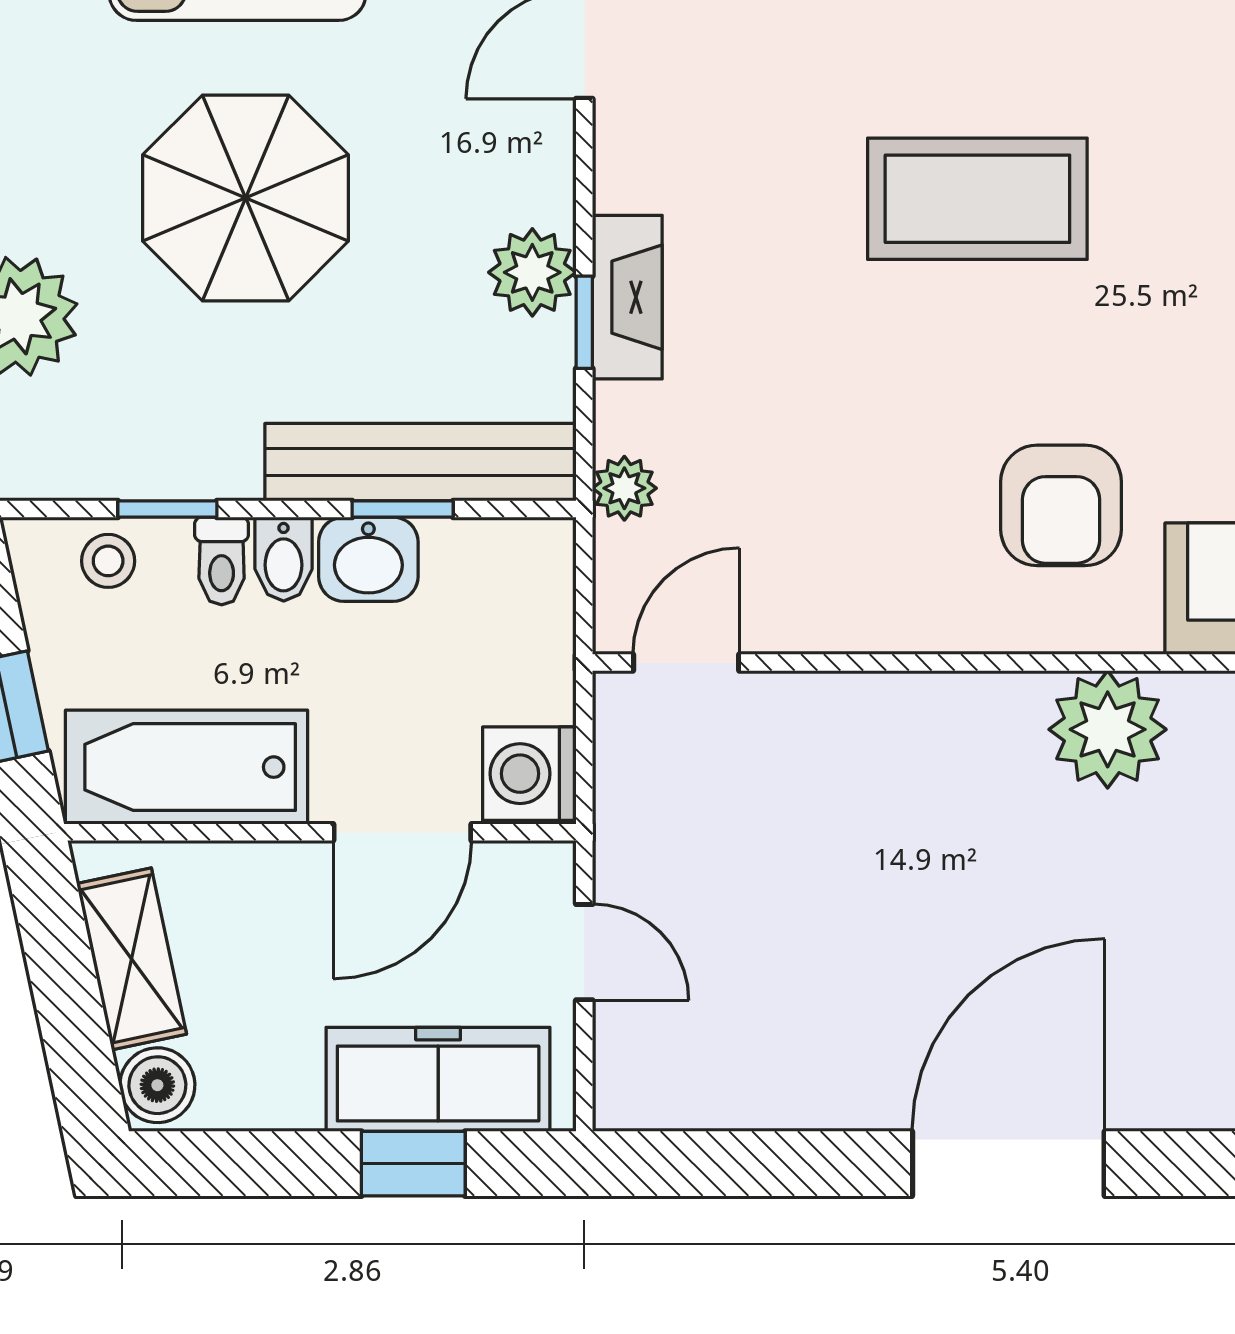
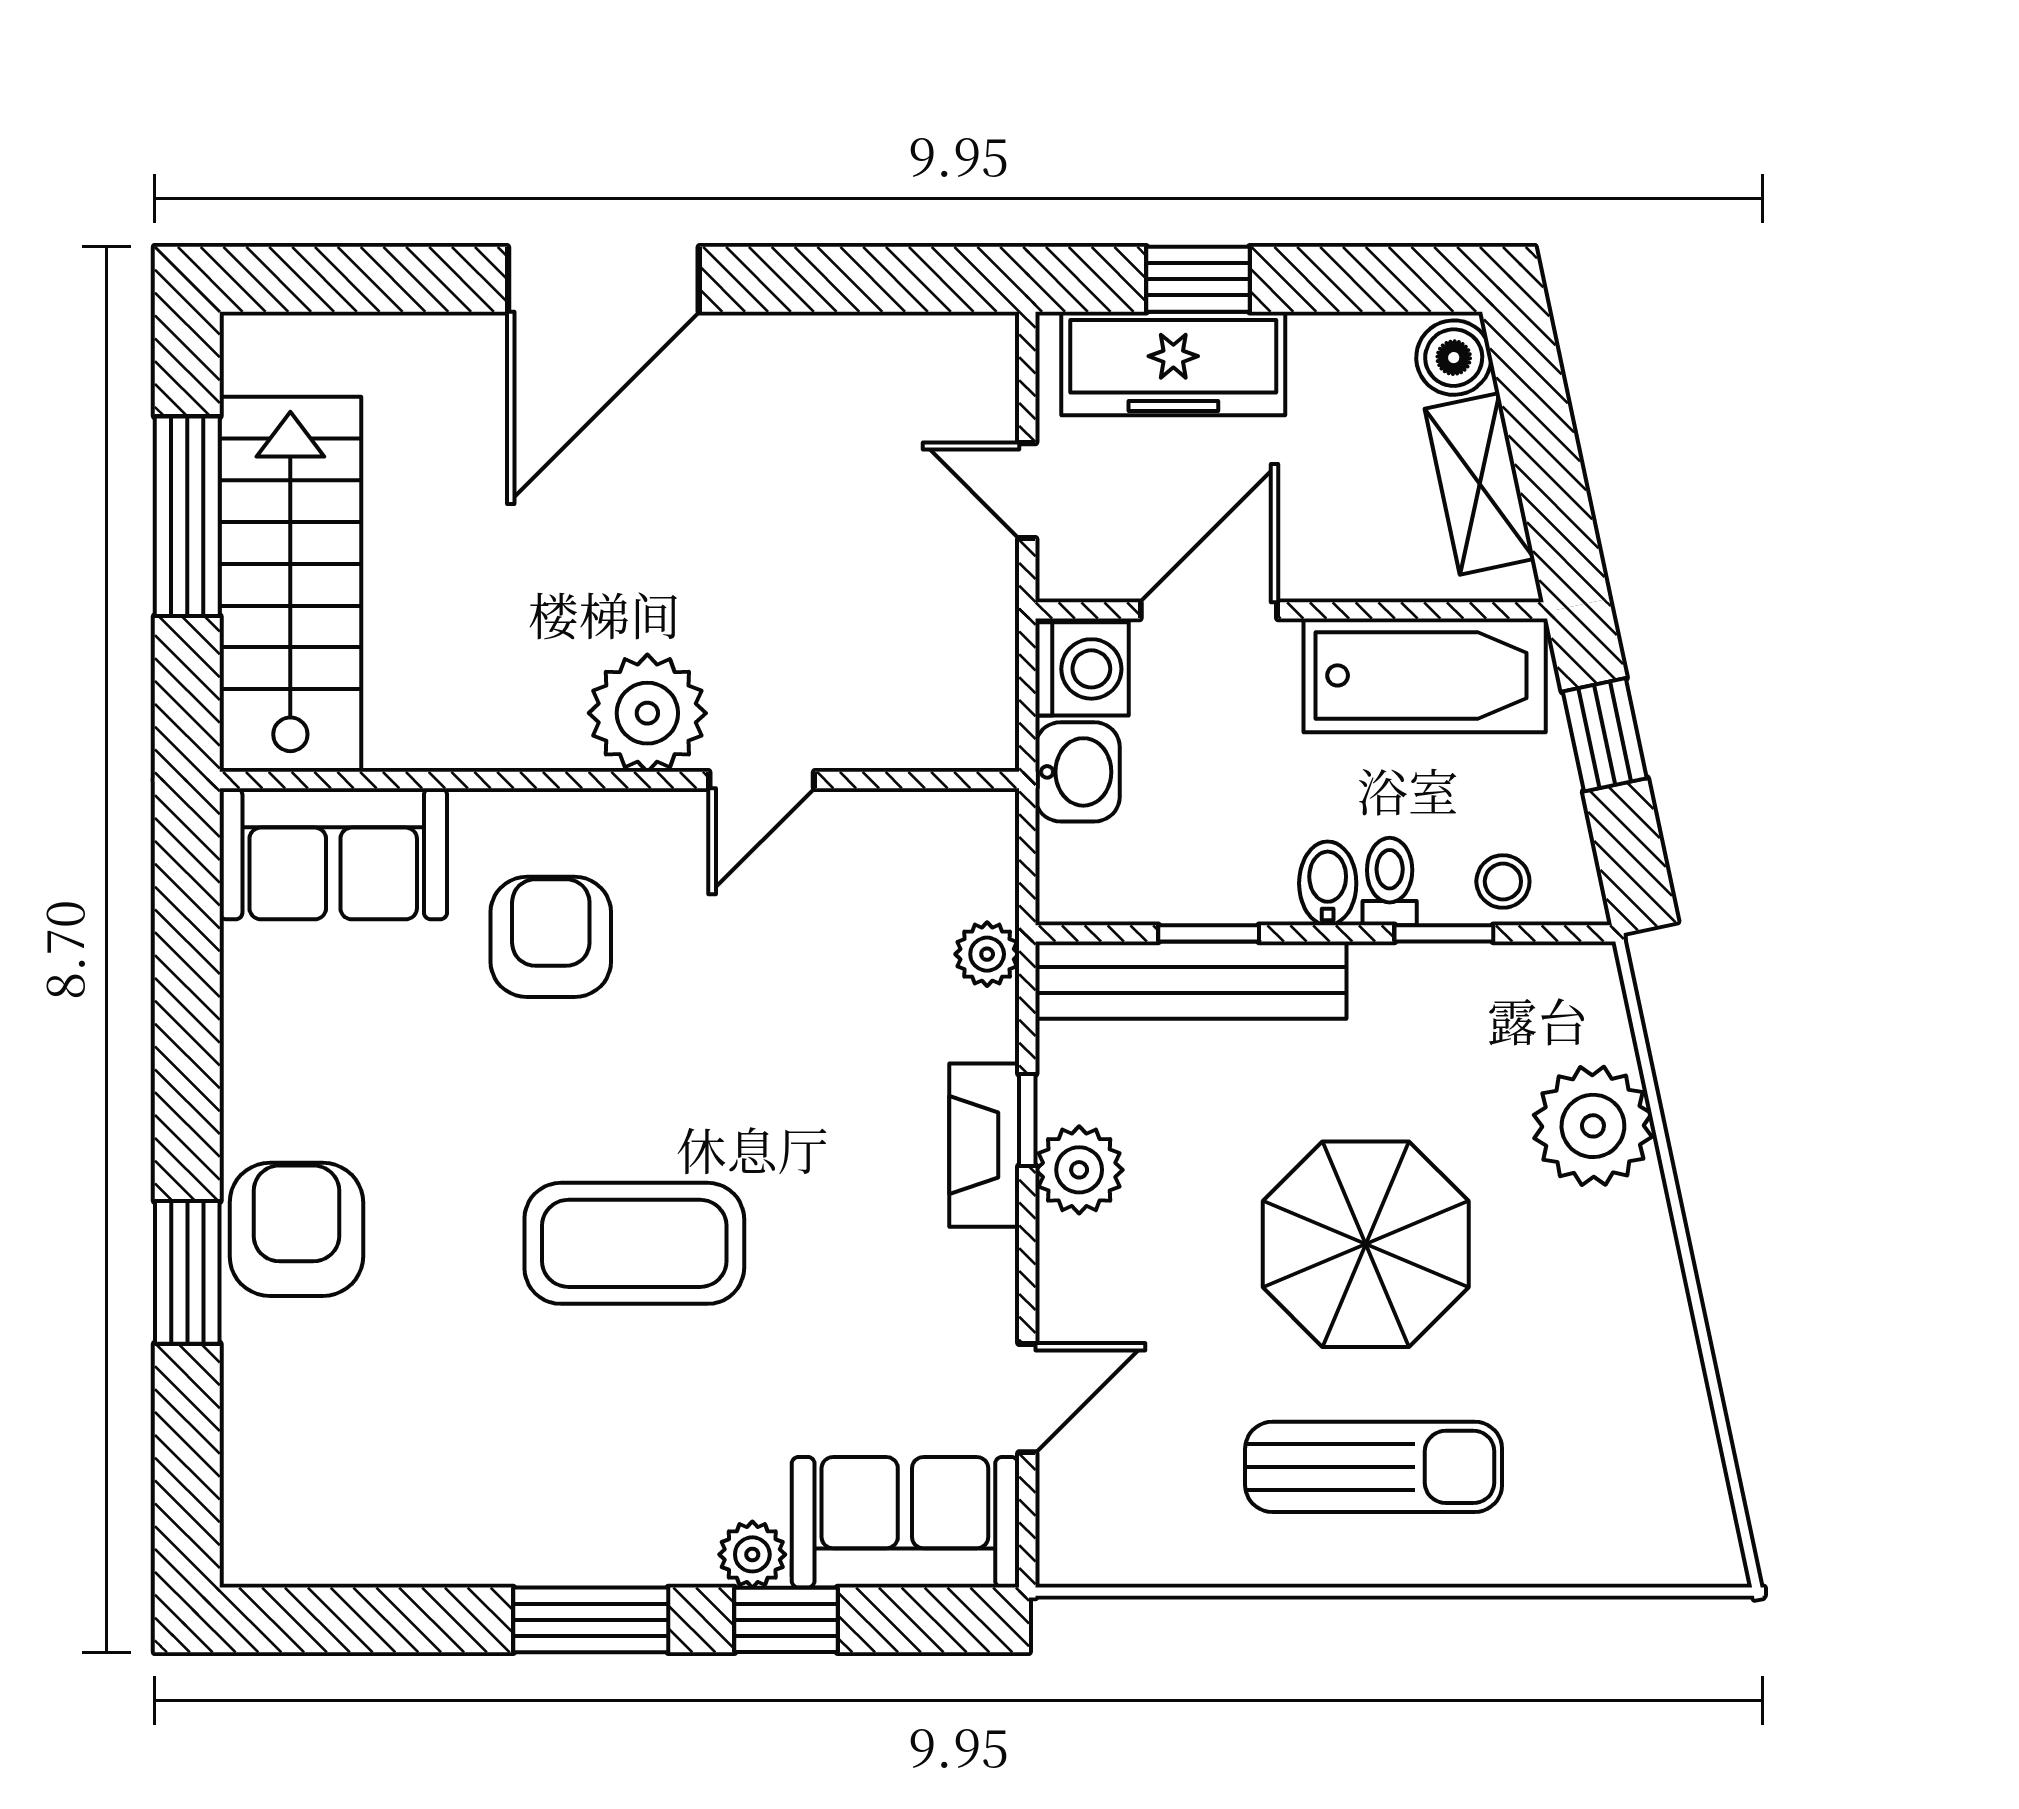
washbasin: (368, 559) -> (1077, 772), moved, turned 90
door: (686, 663) -> (762, 780), moved
plant: (1108, 729) -> (647, 713), moved

